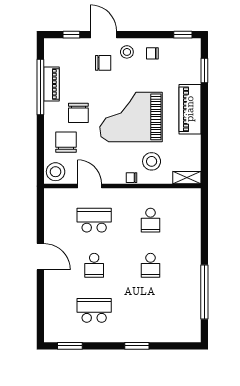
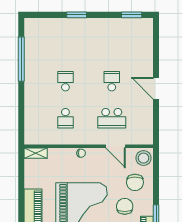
stool: (152, 161) -> (65, 167), removed
school desk: (151, 220) -> (65, 118), turned 180
school desk: (94, 310) -> (112, 44), removed

